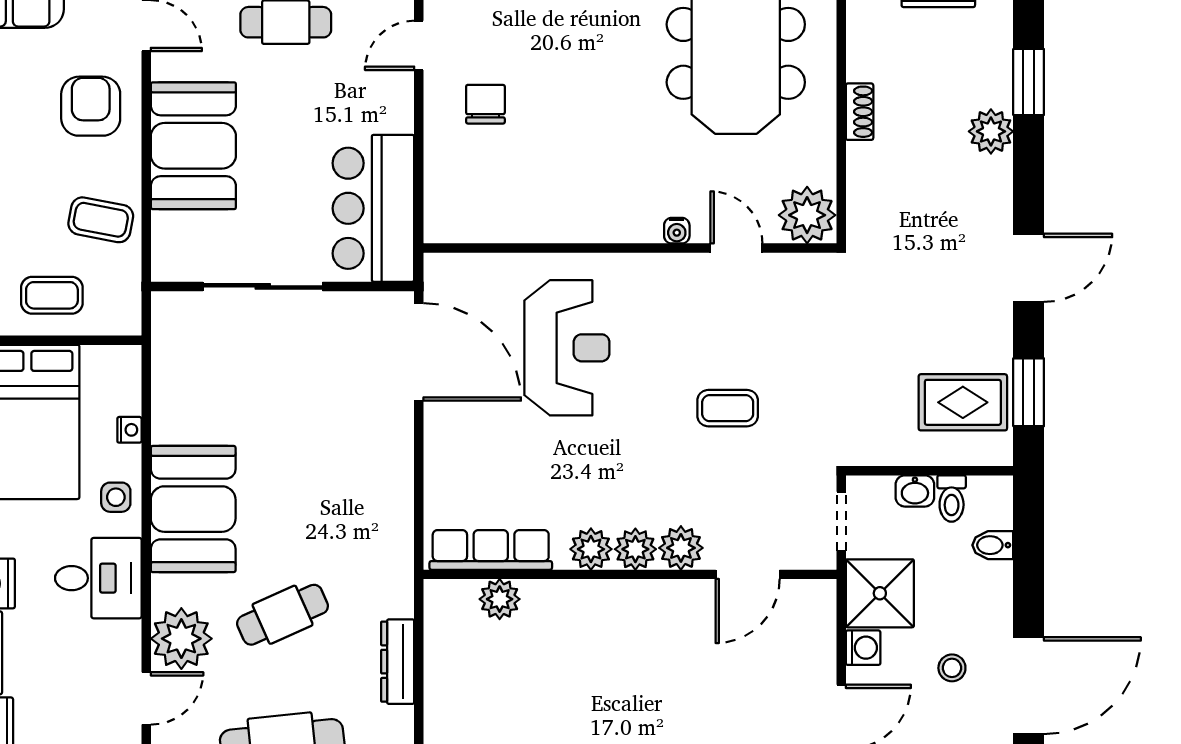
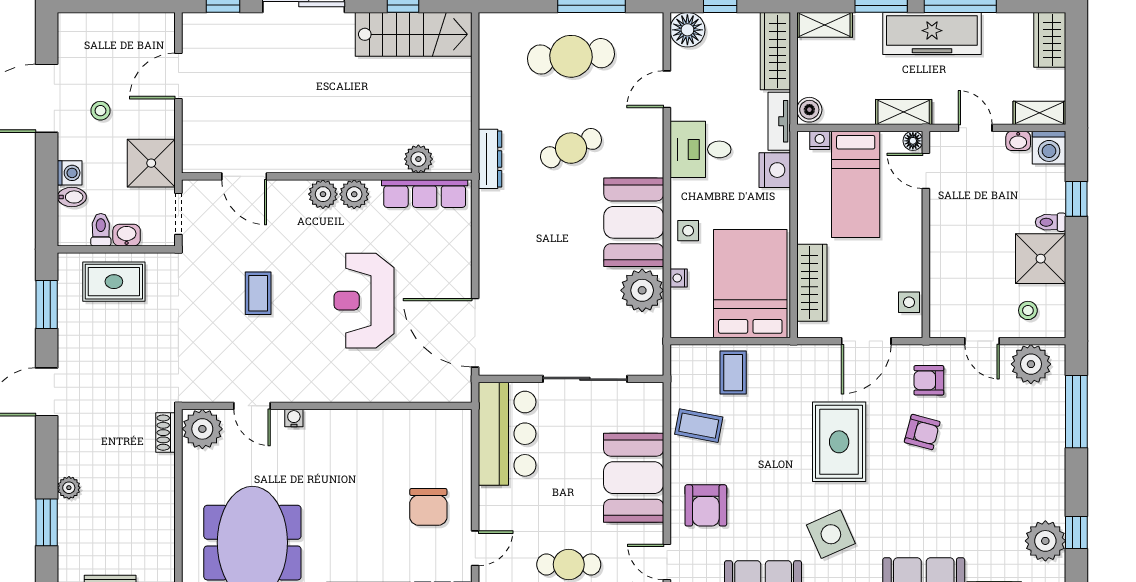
chair: (485, 104) -> (428, 507), width x1.37, depth x1.37
shoe rack: (860, 112) -> (165, 433), moved
plant: (991, 131) -> (69, 488), width x0.73, depth x0.73
coffee table: (52, 295) -> (733, 373), turned 90
reception desk: (567, 348) -> (364, 301), moved
rug: (963, 402) -> (114, 282), moved
coffee table: (728, 408) -> (258, 293), turned 90
plant: (681, 548) -> (291, 195), removed
door: (748, 574) -> (244, 176), swing flipped
desk: (98, 578) -> (700, 149), moved
plant: (181, 639) -> (642, 290), moved
washing machine: (863, 648) -> (70, 173), moved, turned 180
dresser: (398, 662) -> (490, 159), moved

